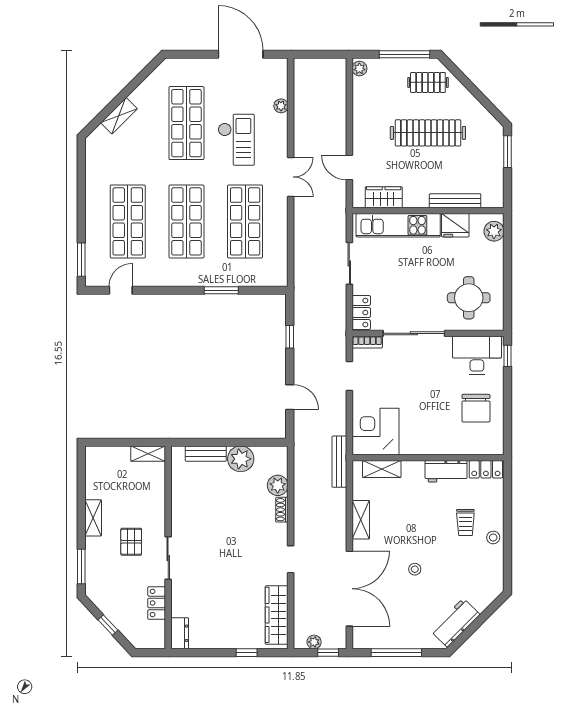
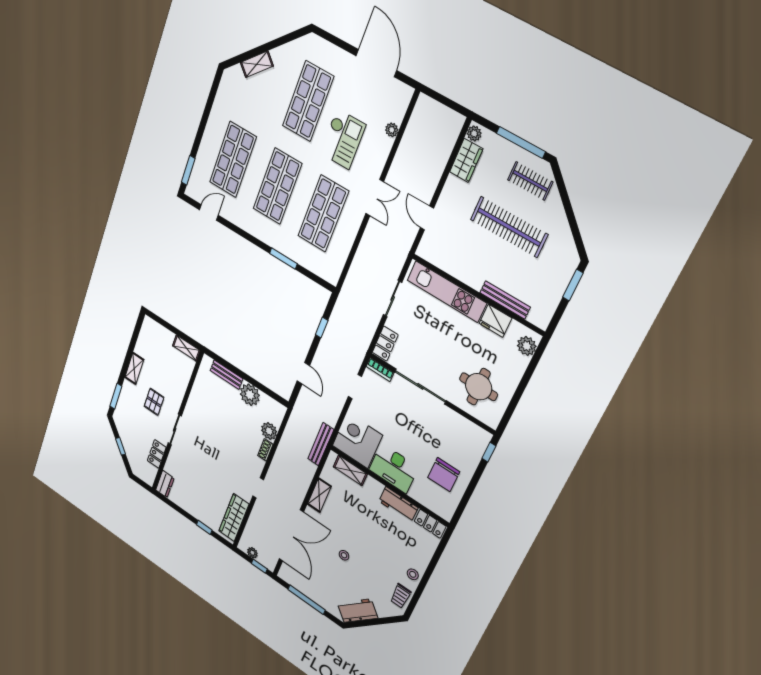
wardrobe: (384, 197) -> (466, 160), moved, turned 90
desk: (477, 355) -> (394, 468), moved, turned 180
trolley: (465, 522) -> (400, 596), moved

